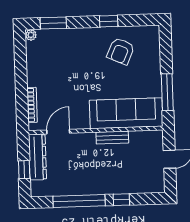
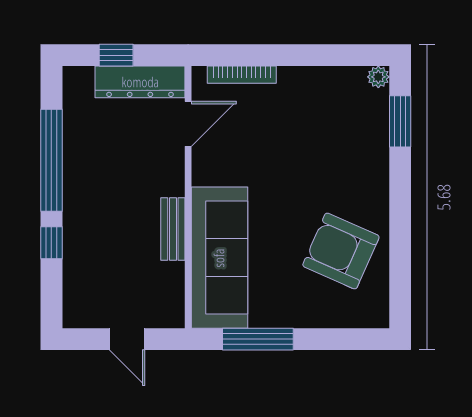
window: (109, 21) -> (400, 229), removed
armchair: (121, 51) -> (341, 251), width x1.36, depth x1.36
door: (58, 132) -> (188, 124), hinge flipped

